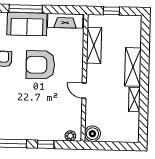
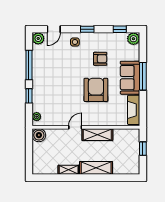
shelving: (94, 45) -> (97, 135), moved

